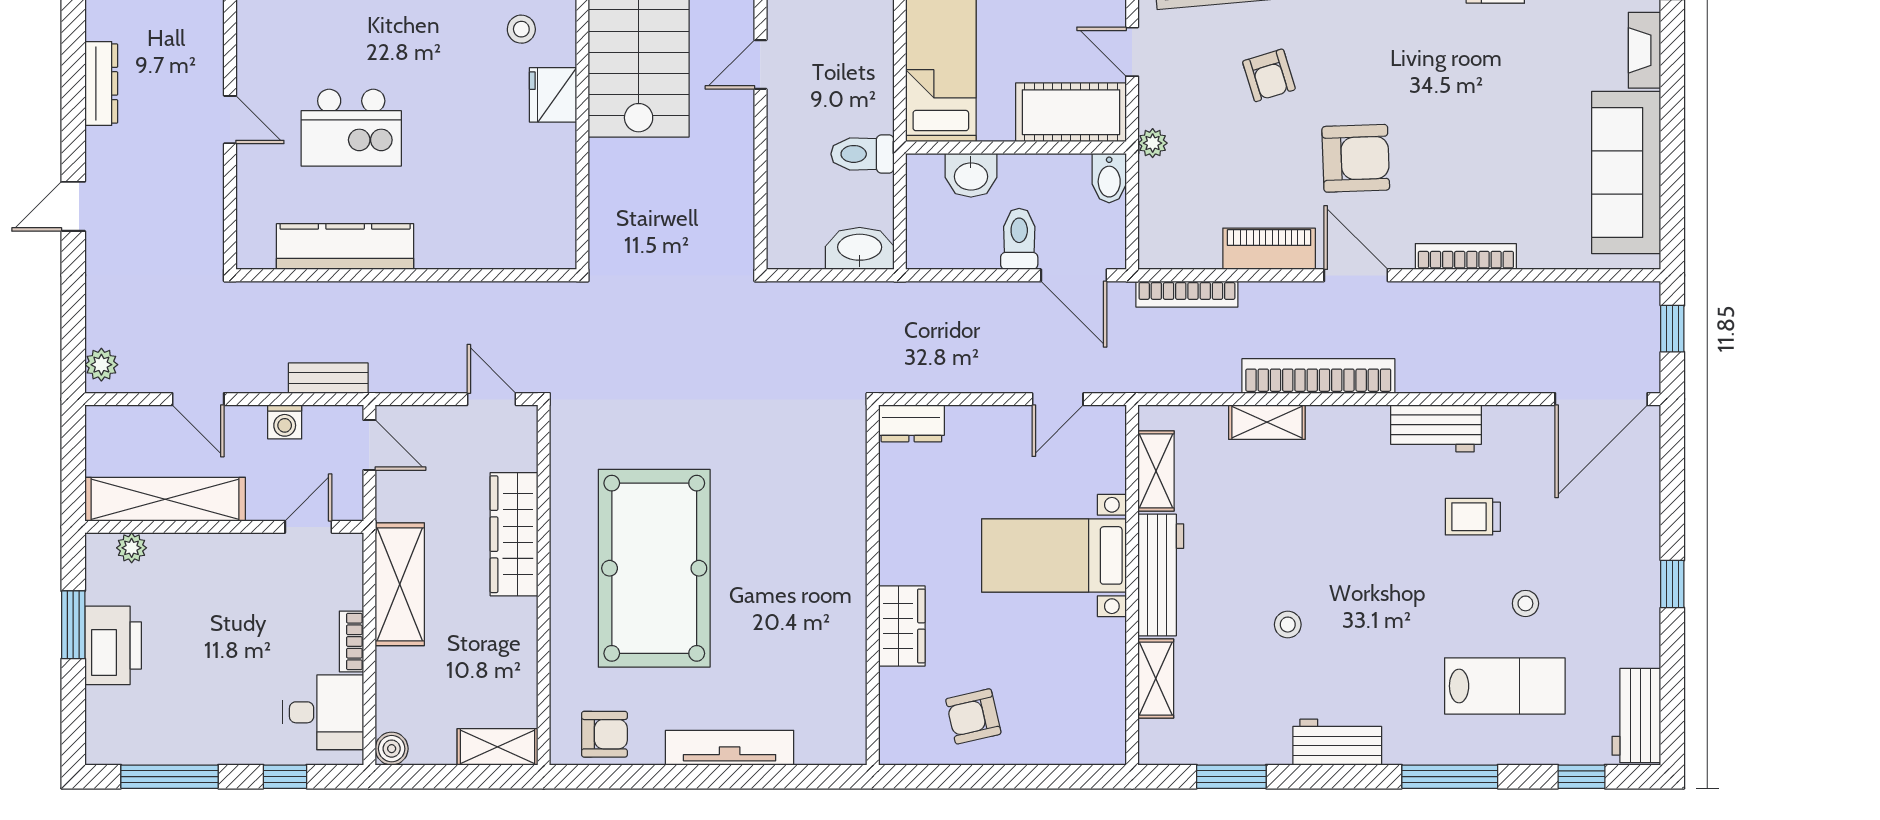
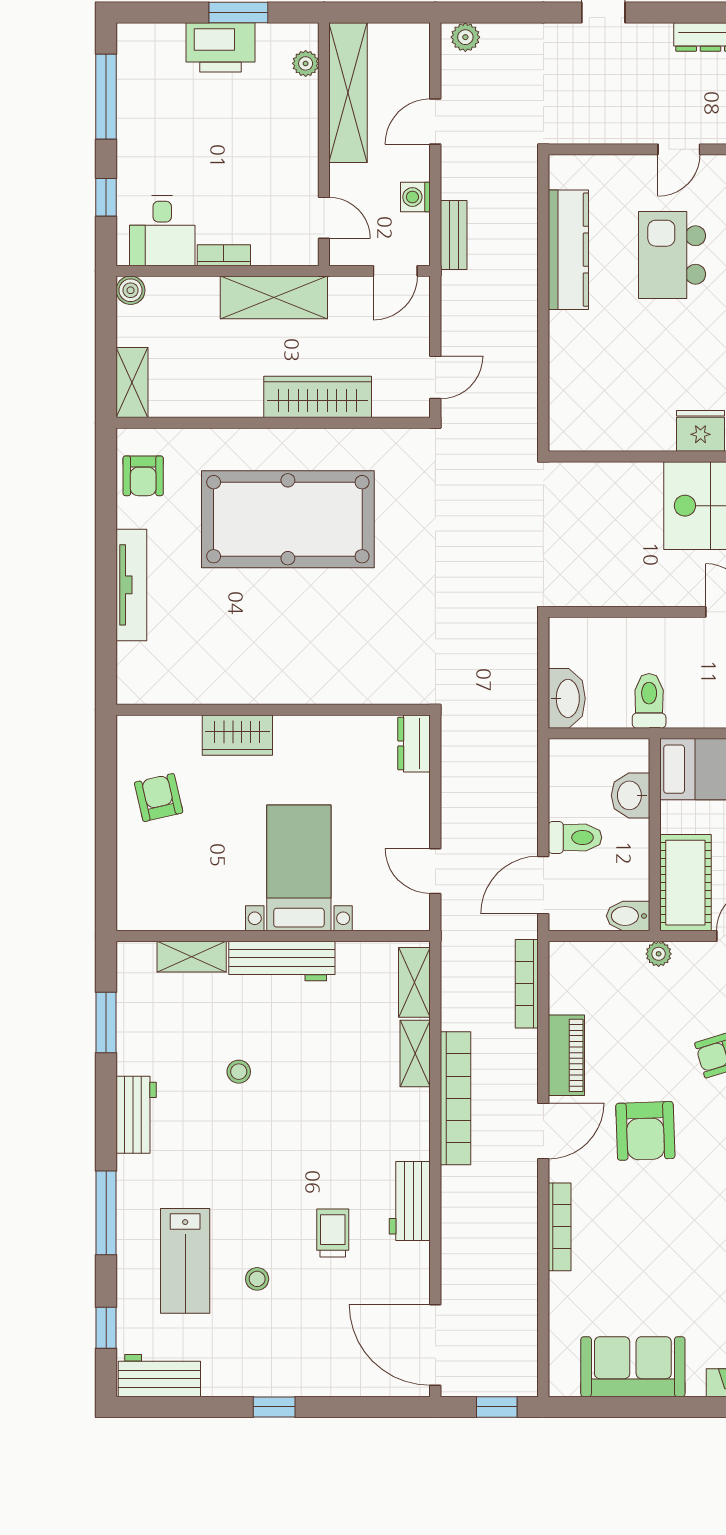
sofa: (1626, 172) -> (633, 1367), width x0.73
shelving: (1156, 471) -> (414, 982), moved, turned 90

